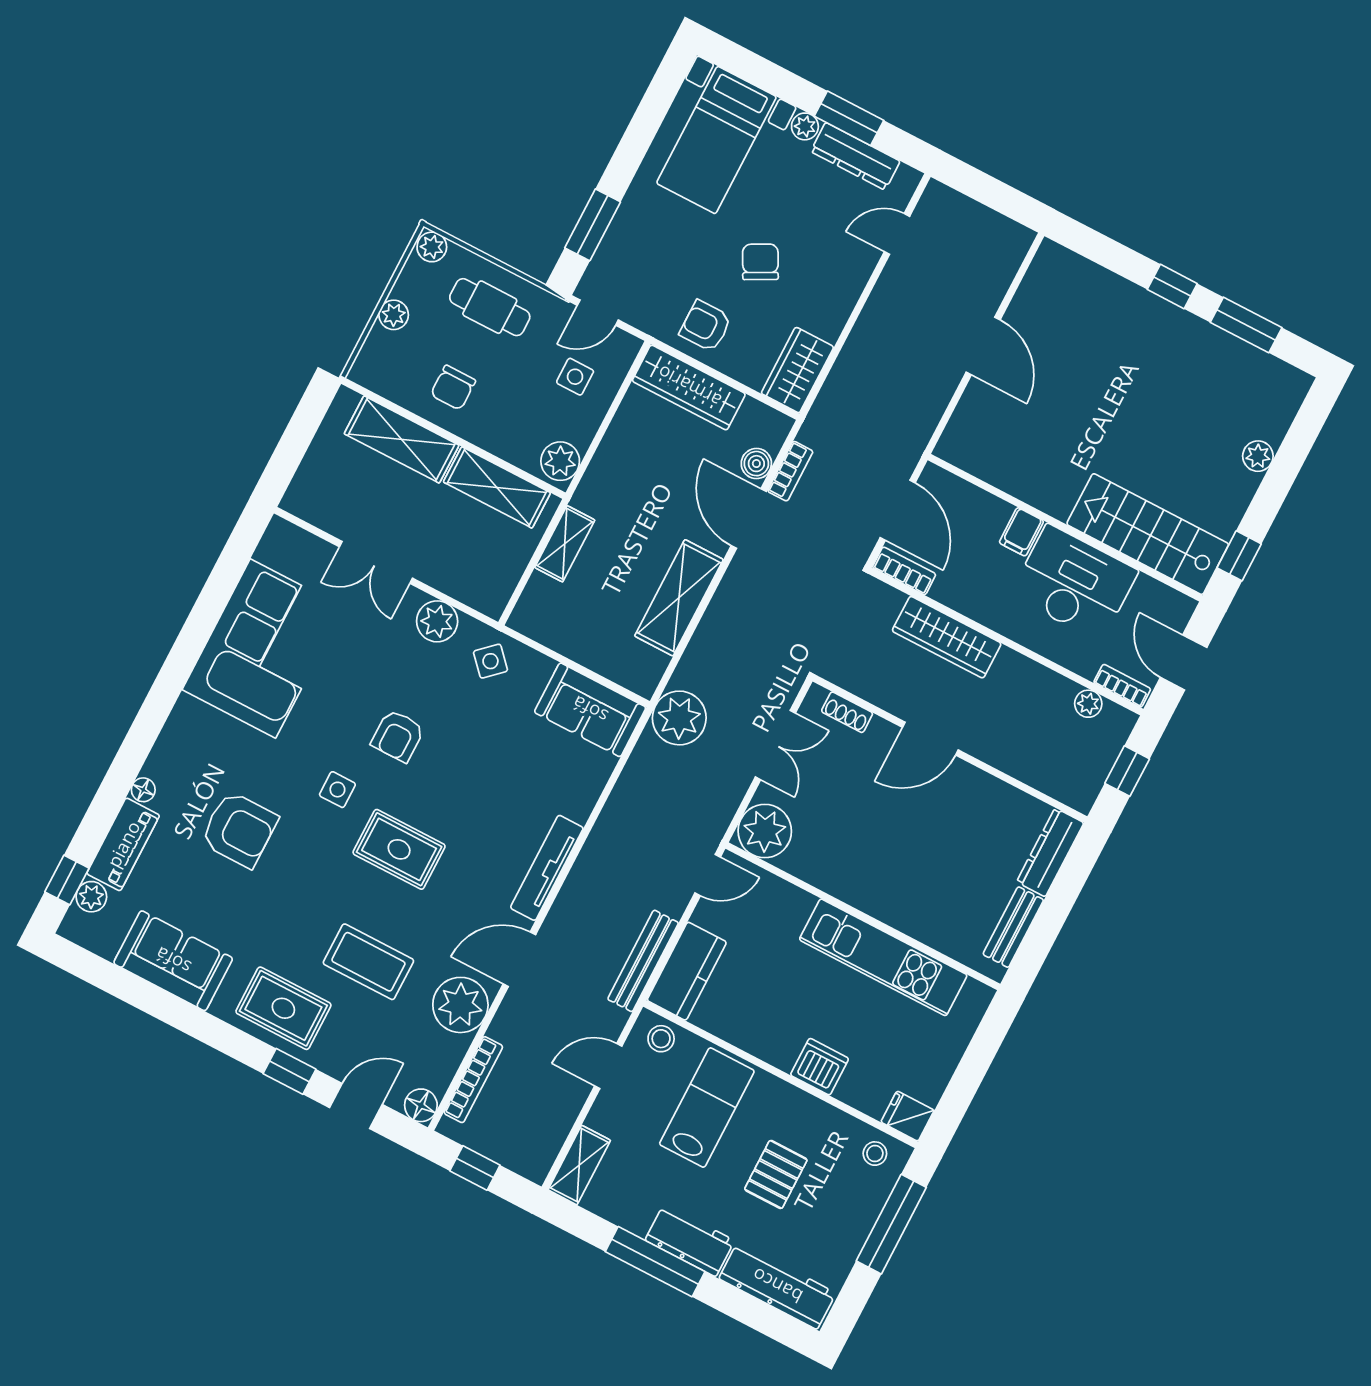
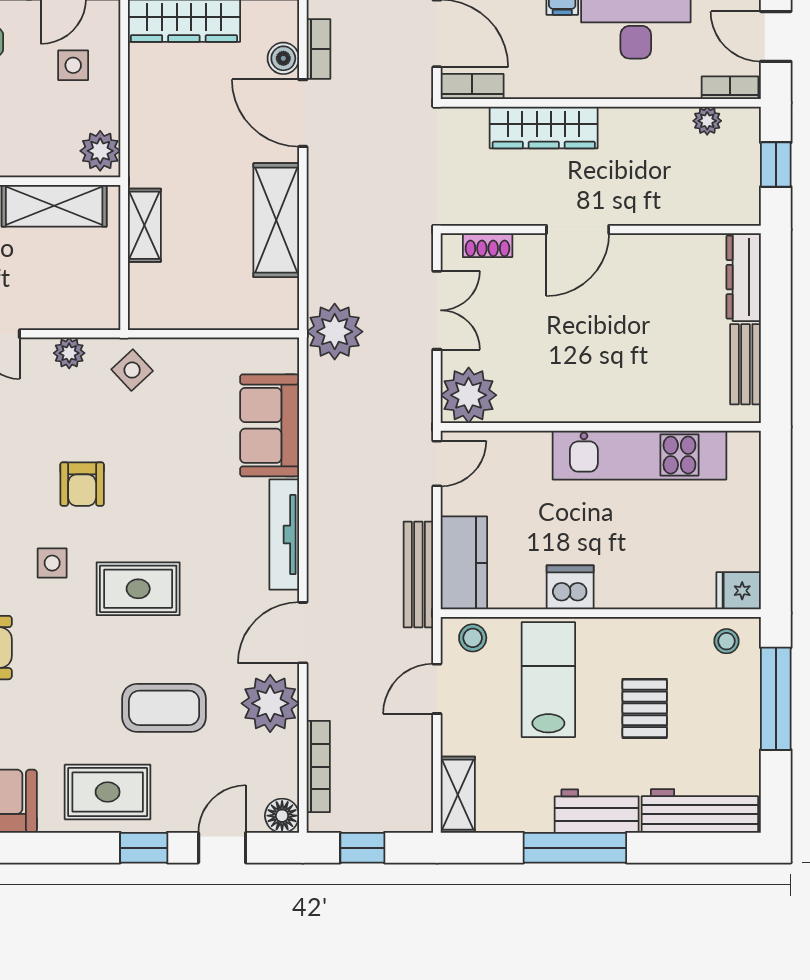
plant: (437, 621) -> (69, 353), width x0.73, depth x0.73
sofa: (590, 710) -> (270, 425), moved, turned 90
dishwasher: (820, 1067) -> (570, 587), moved

